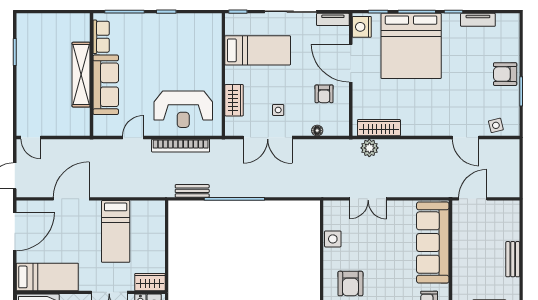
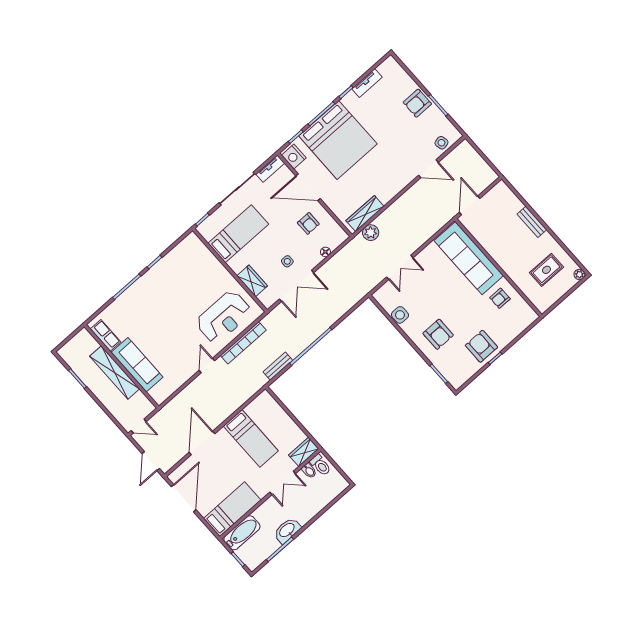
row of seats: (101, 37) -> (105, 335), moved
shelving: (81, 75) -> (115, 372), moved
wall: (91, 75) -> (121, 366), moved
sofa: (106, 85) -> (137, 365), moved

